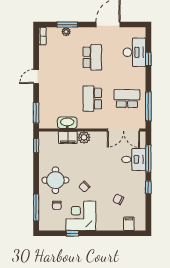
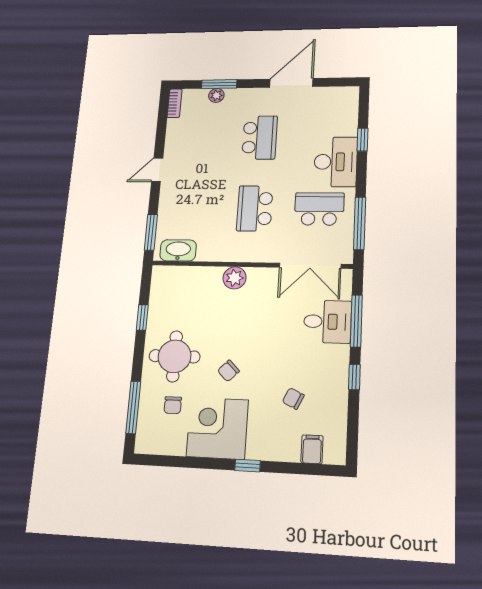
desk: (134, 52) -> (336, 162), moved
washbasin: (67, 123) -> (178, 250), moved
filing cabinet: (68, 137) -> (204, 277), removed
window: (36, 146) -> (142, 318), moved
window: (72, 233) -> (248, 466), moved

